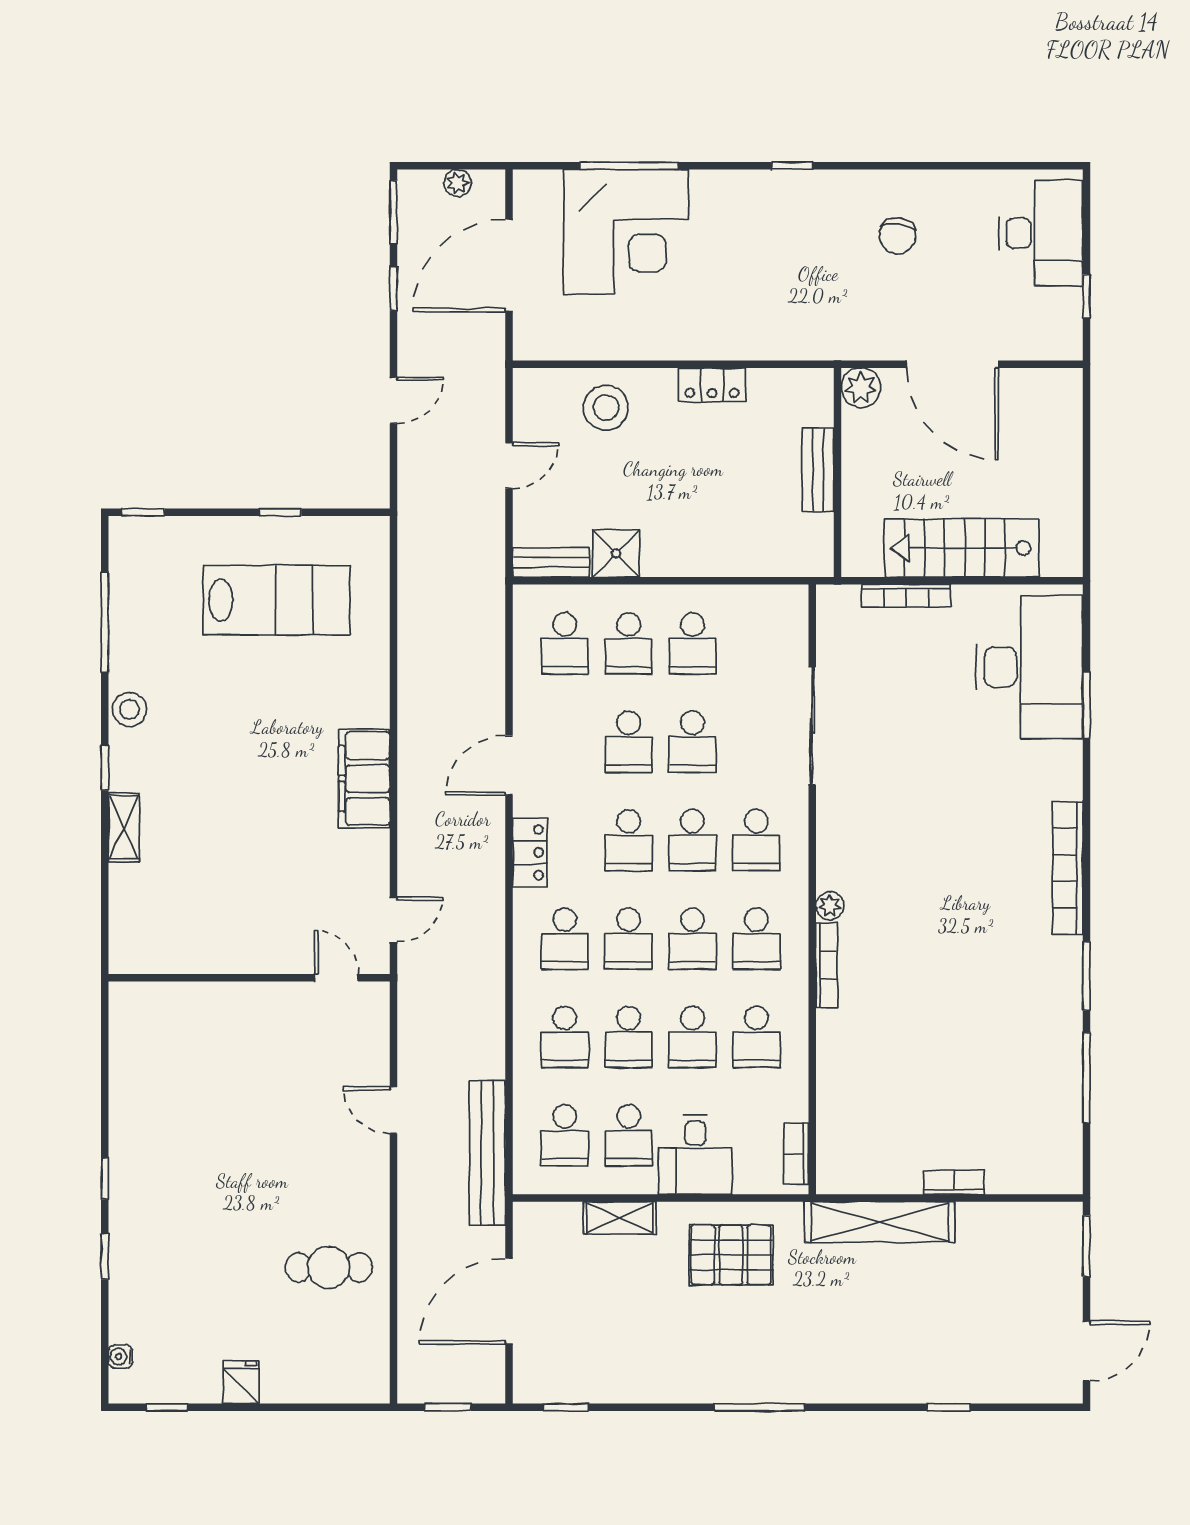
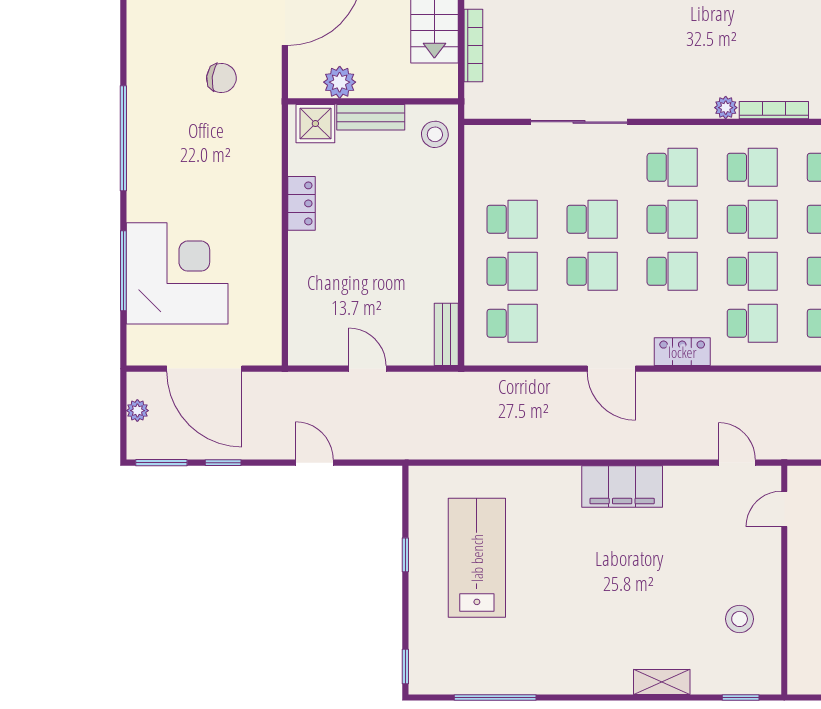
window: (792, 166) -> (123, 138), width x3.17
chair: (897, 236) -> (221, 78), moved
plant: (861, 388) -> (340, 82), moved
stool: (606, 408) -> (435, 134), moved, width x0.73, depth x0.73
shower: (616, 554) -> (315, 124), moved
stool: (130, 709) -> (740, 619), moved
window: (105, 768) -> (741, 698), moved

